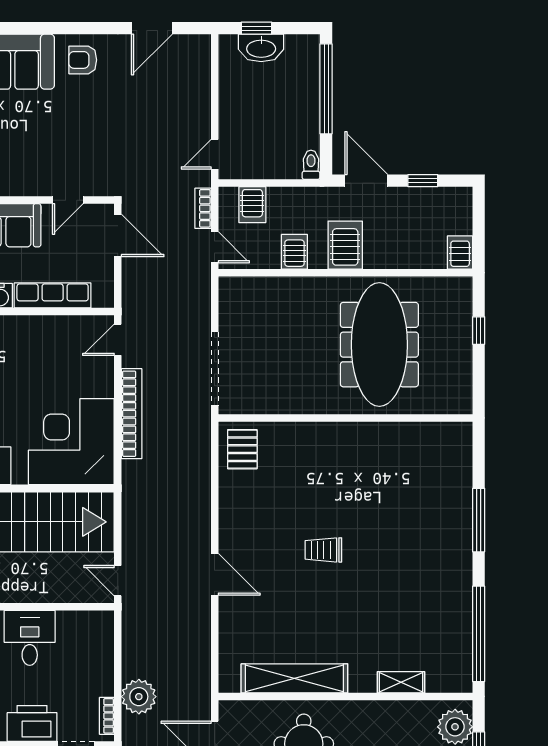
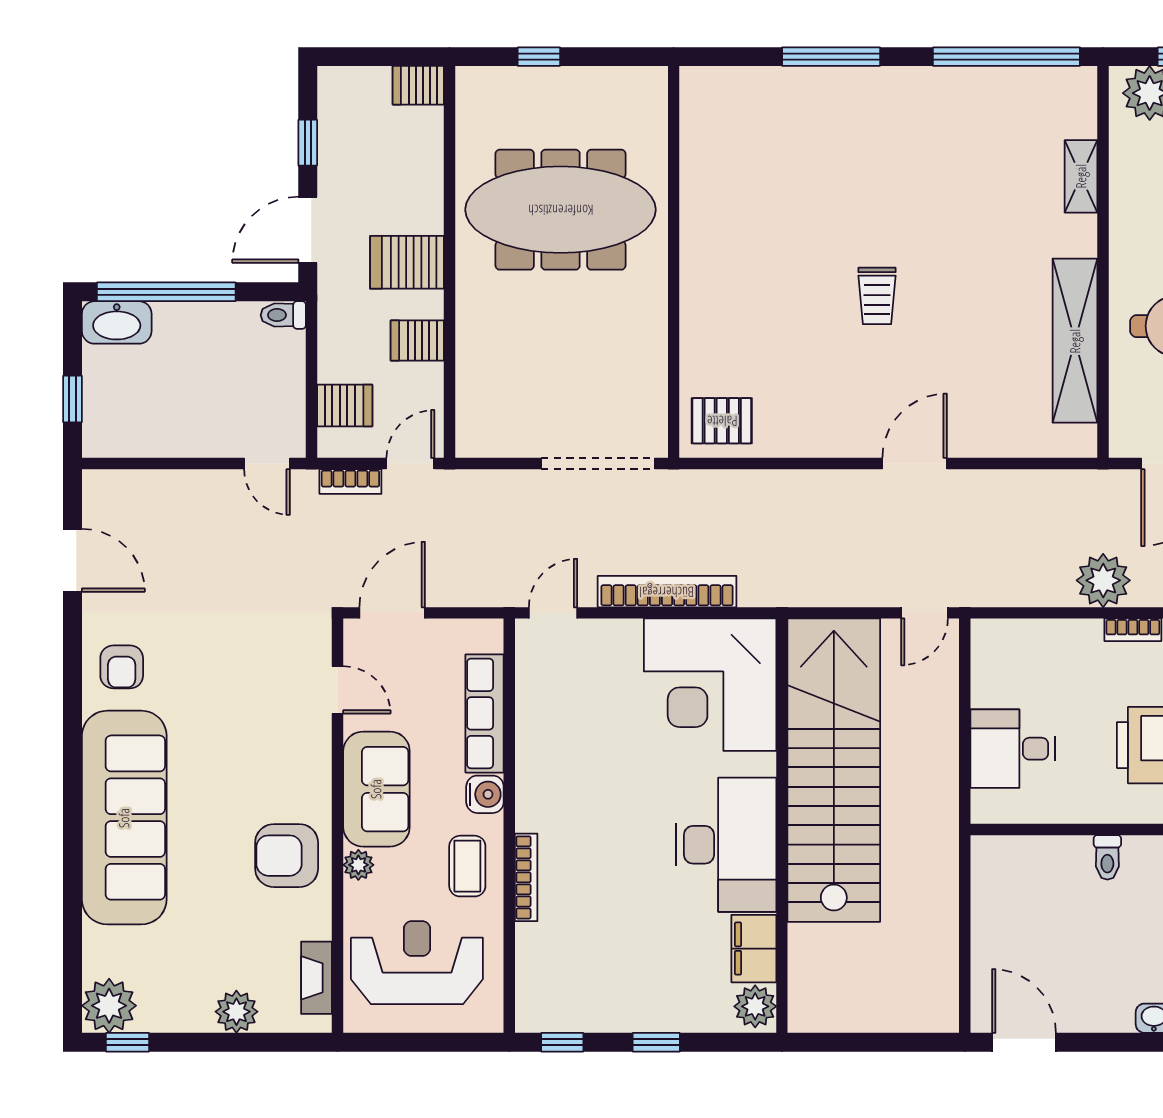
washbasin: (261, 48) -> (117, 322), moved, turned 90
door: (118, 340) -> (553, 613), swing flipped

